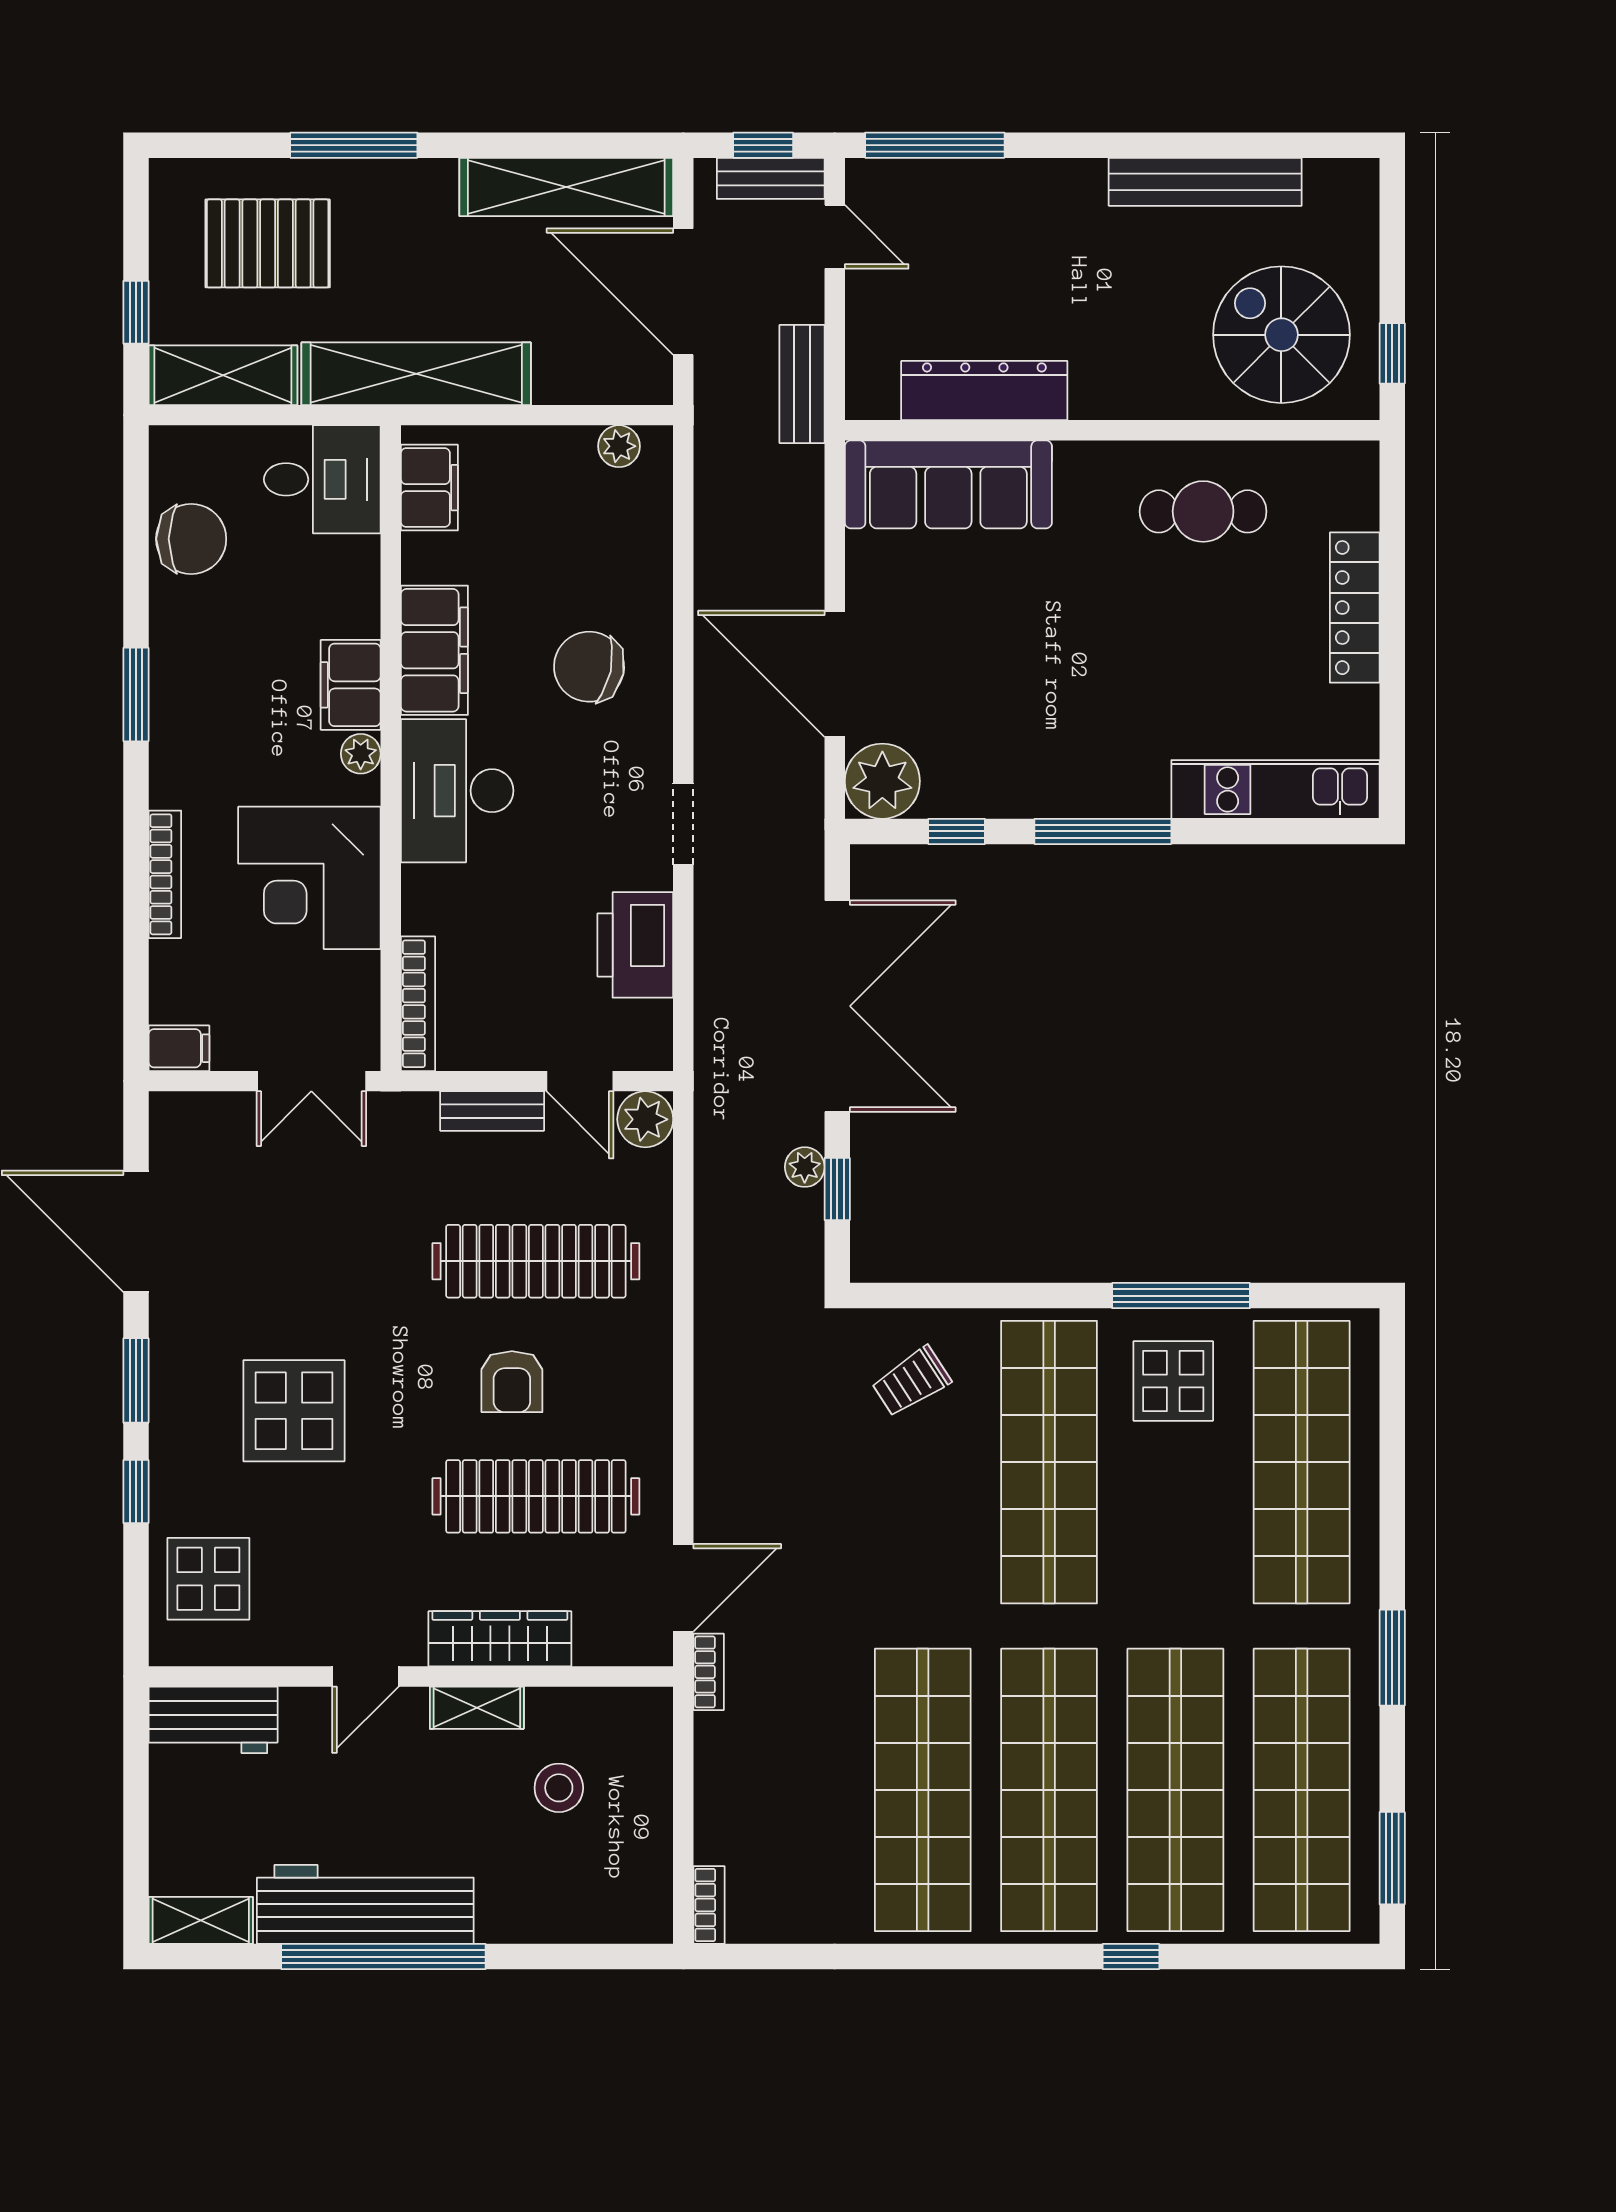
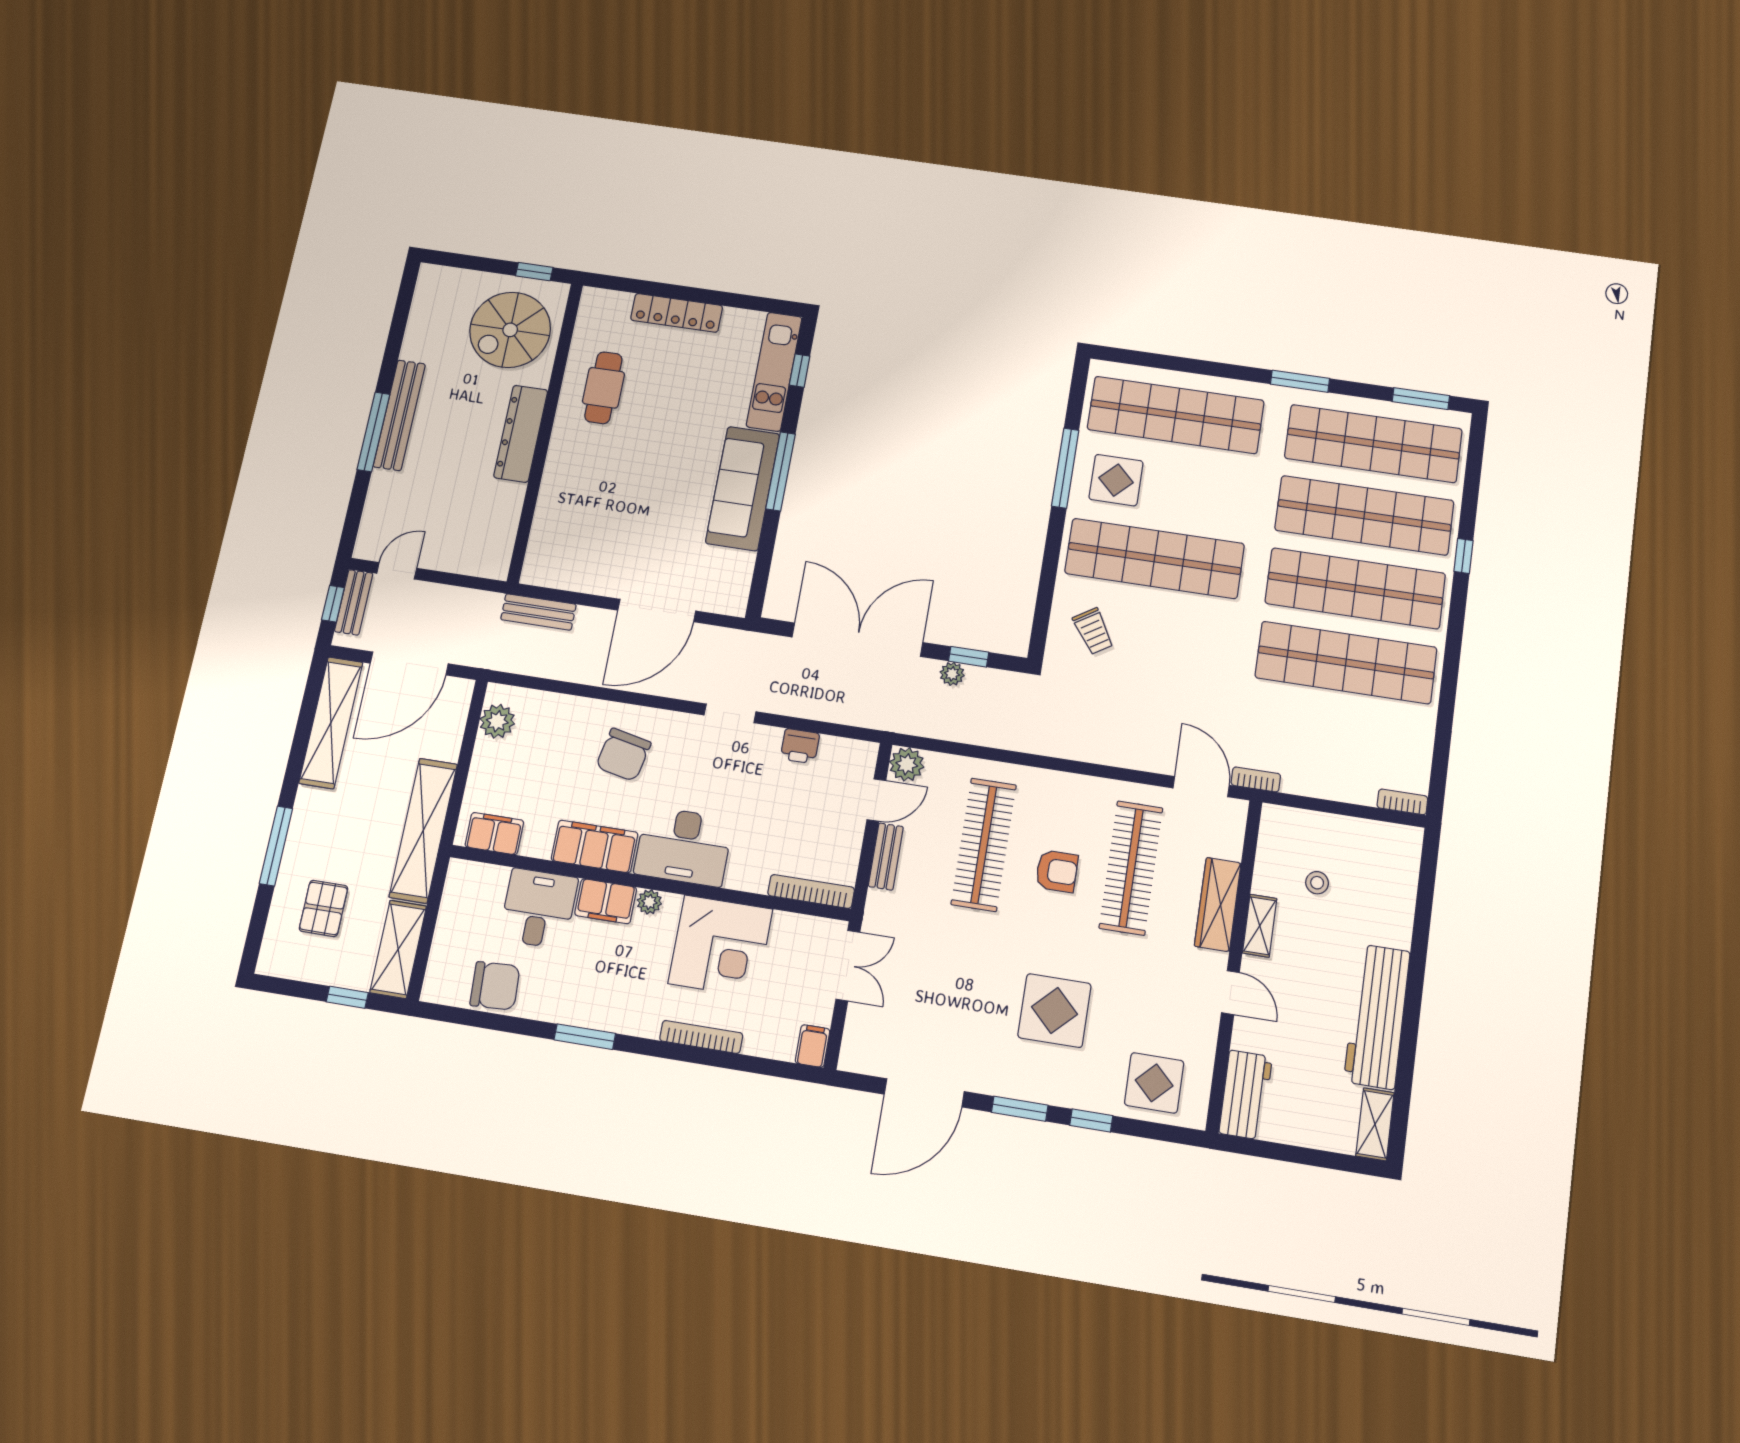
window: (935, 145) -> (373, 432), moved
bench: (1205, 182) -> (399, 415), moved
pallet: (268, 243) -> (324, 908), width x0.67, depth x0.71
bench: (802, 384) -> (538, 612), moved
dresser: (984, 391) -> (521, 434), moved
plant: (619, 446) -> (497, 721), width x1.38, depth x1.38
desk: (322, 479) -> (538, 908), moved
sofa: (948, 484) -> (743, 488), moved, turned 180
chair: (191, 539) -> (495, 986), turned 87
plant: (882, 781) -> (727, 593), removed
window: (957, 831) -> (800, 371), moved
printer: (635, 945) -> (800, 746), width x0.53, depth x0.68
stool: (559, 1788) -> (1317, 883), width x0.73, depth x0.73
window: (383, 1957) -> (1412, 1010), removed

